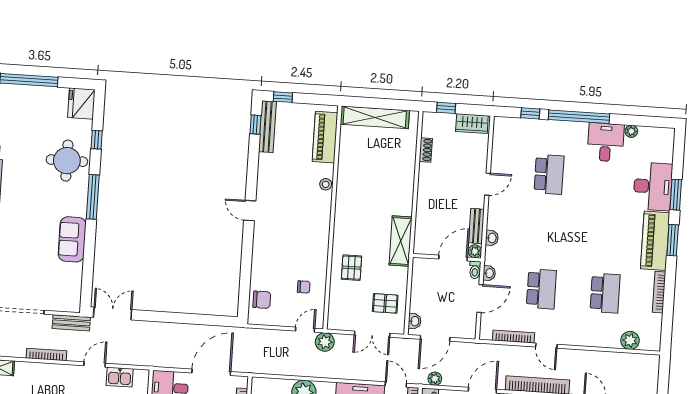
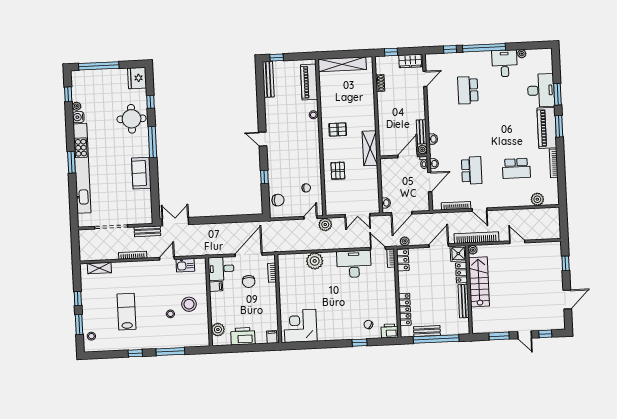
window: (255, 125) -> (264, 177), moved
school desk: (549, 174) -> (468, 90), turned 180
door: (488, 184) -> (425, 79), moved
school desk: (605, 293) -> (516, 168), turned 90
pallet: (385, 303) -> (338, 129), moved

